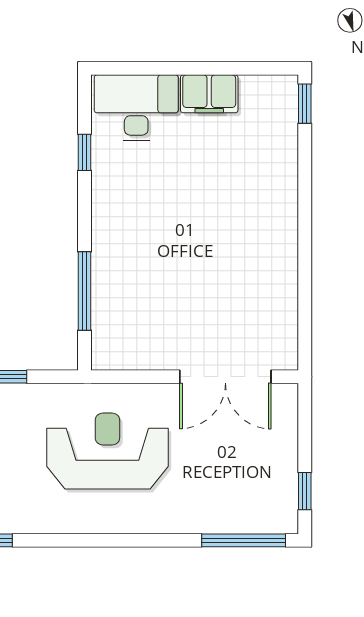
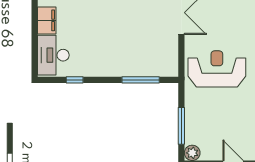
reception desk: (107, 451) -> (217, 69), turned 90

